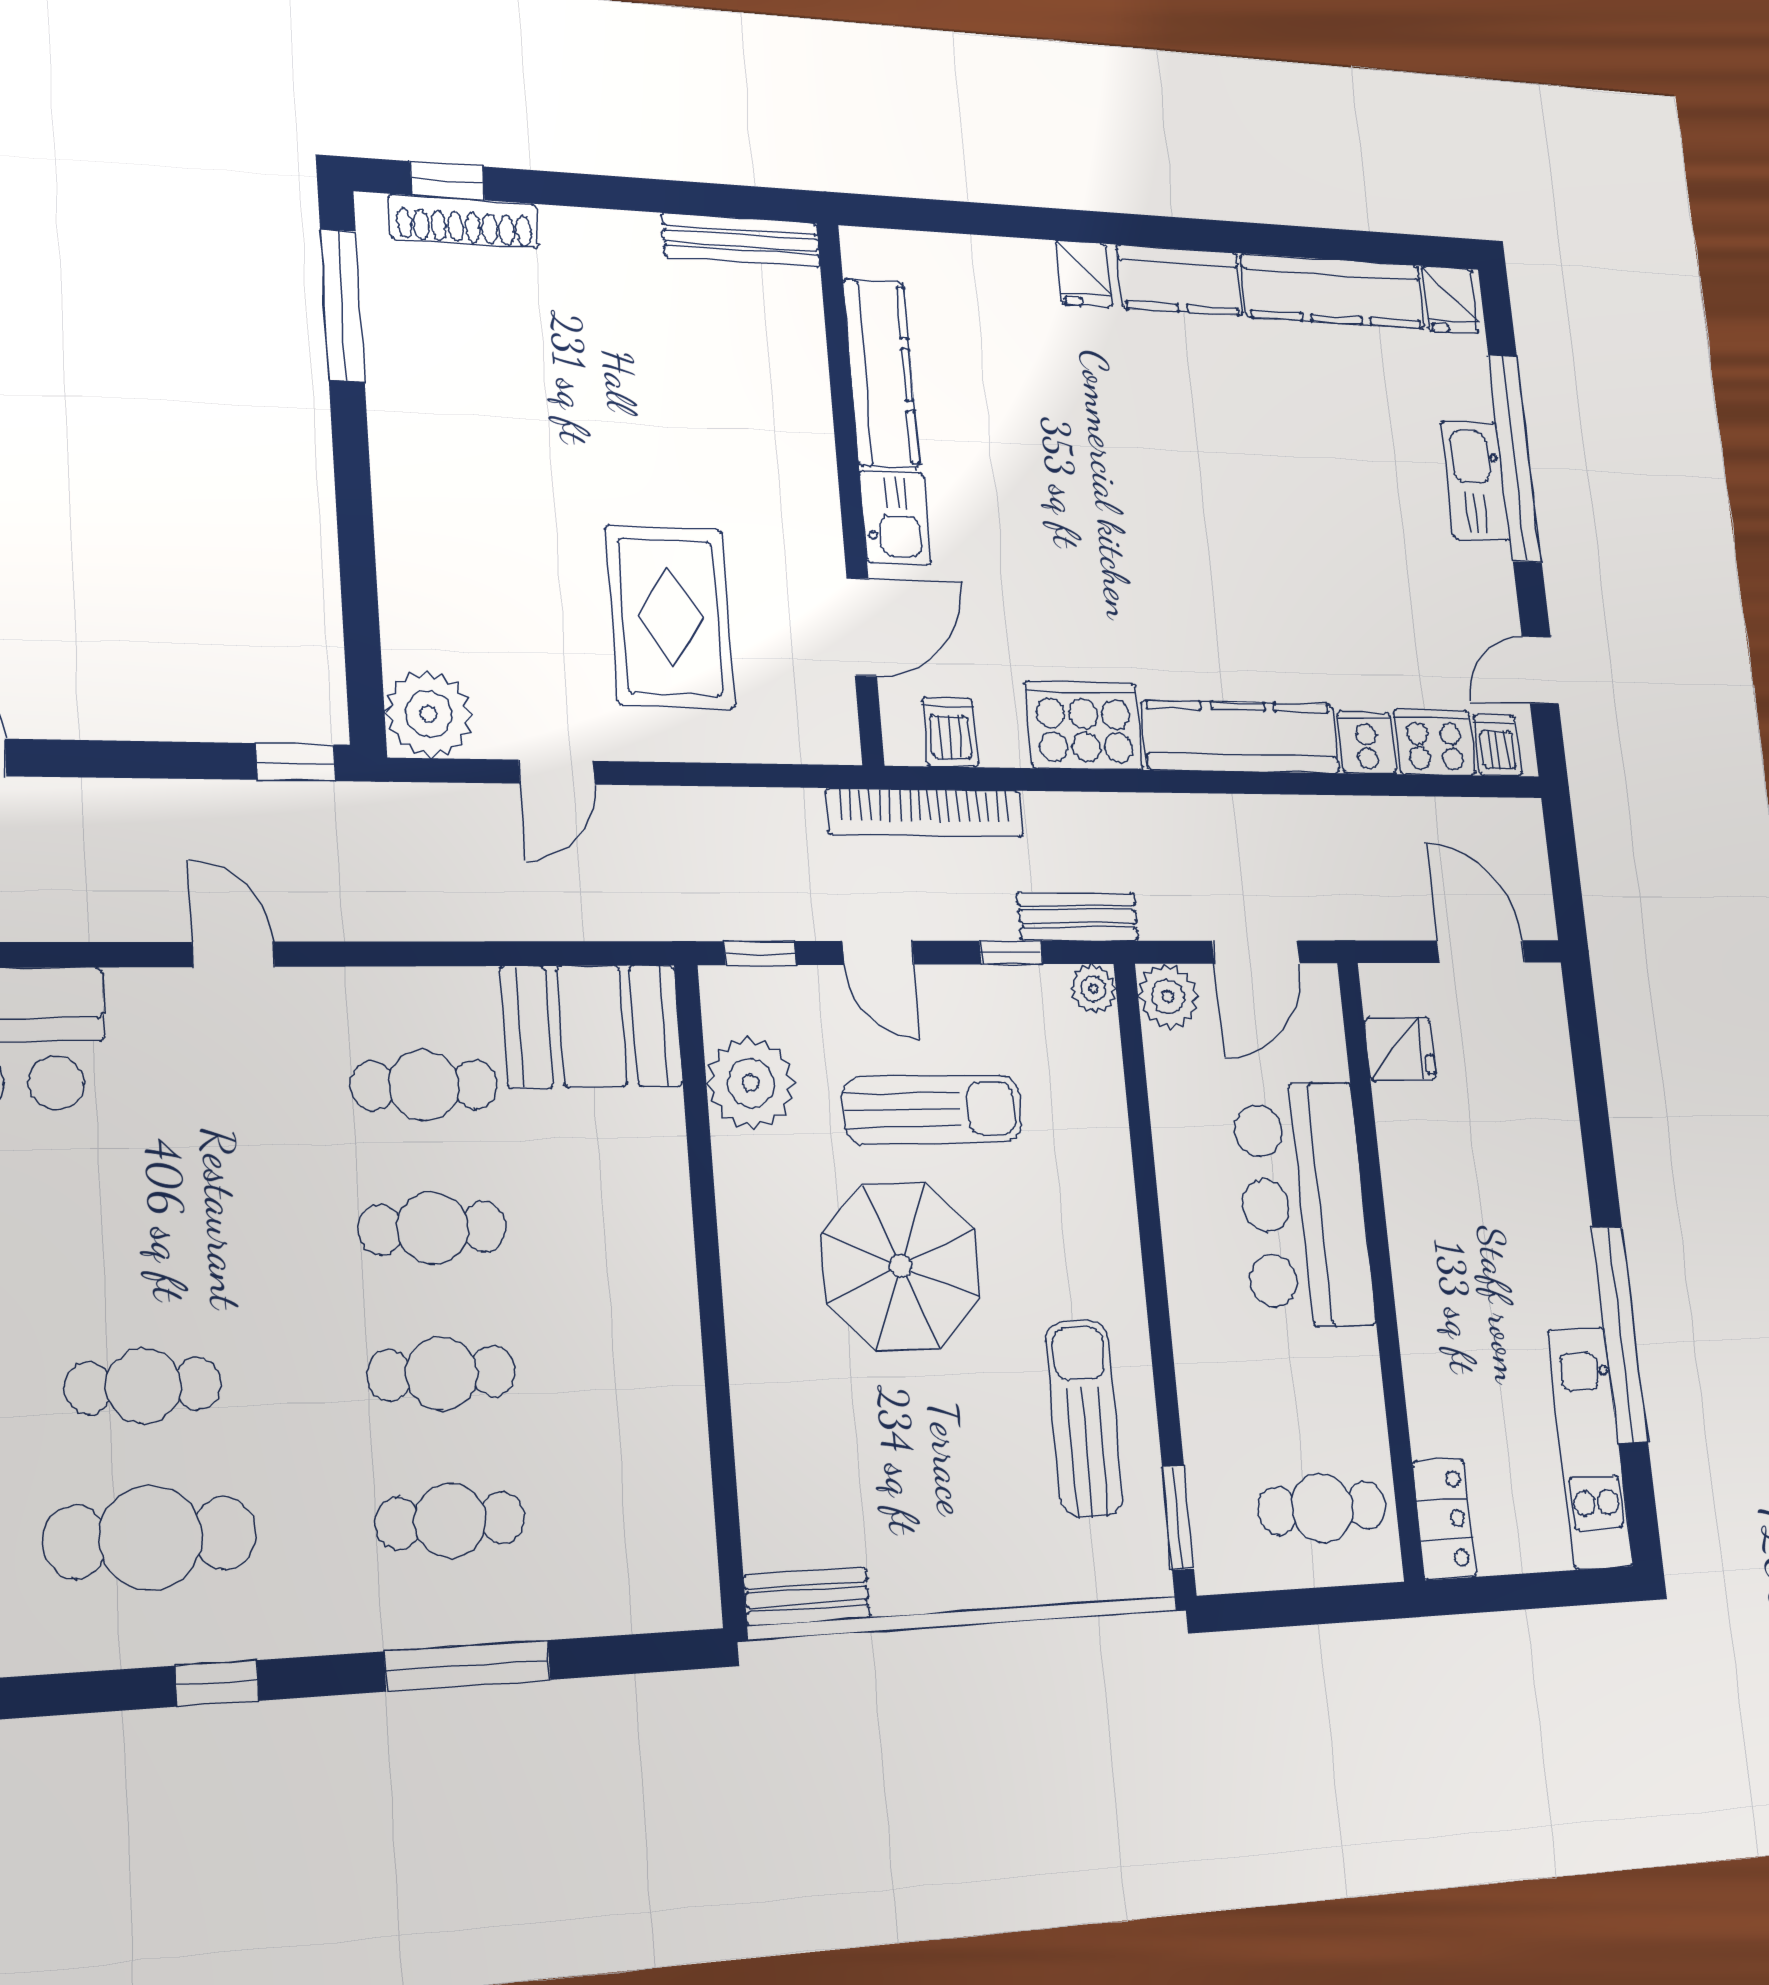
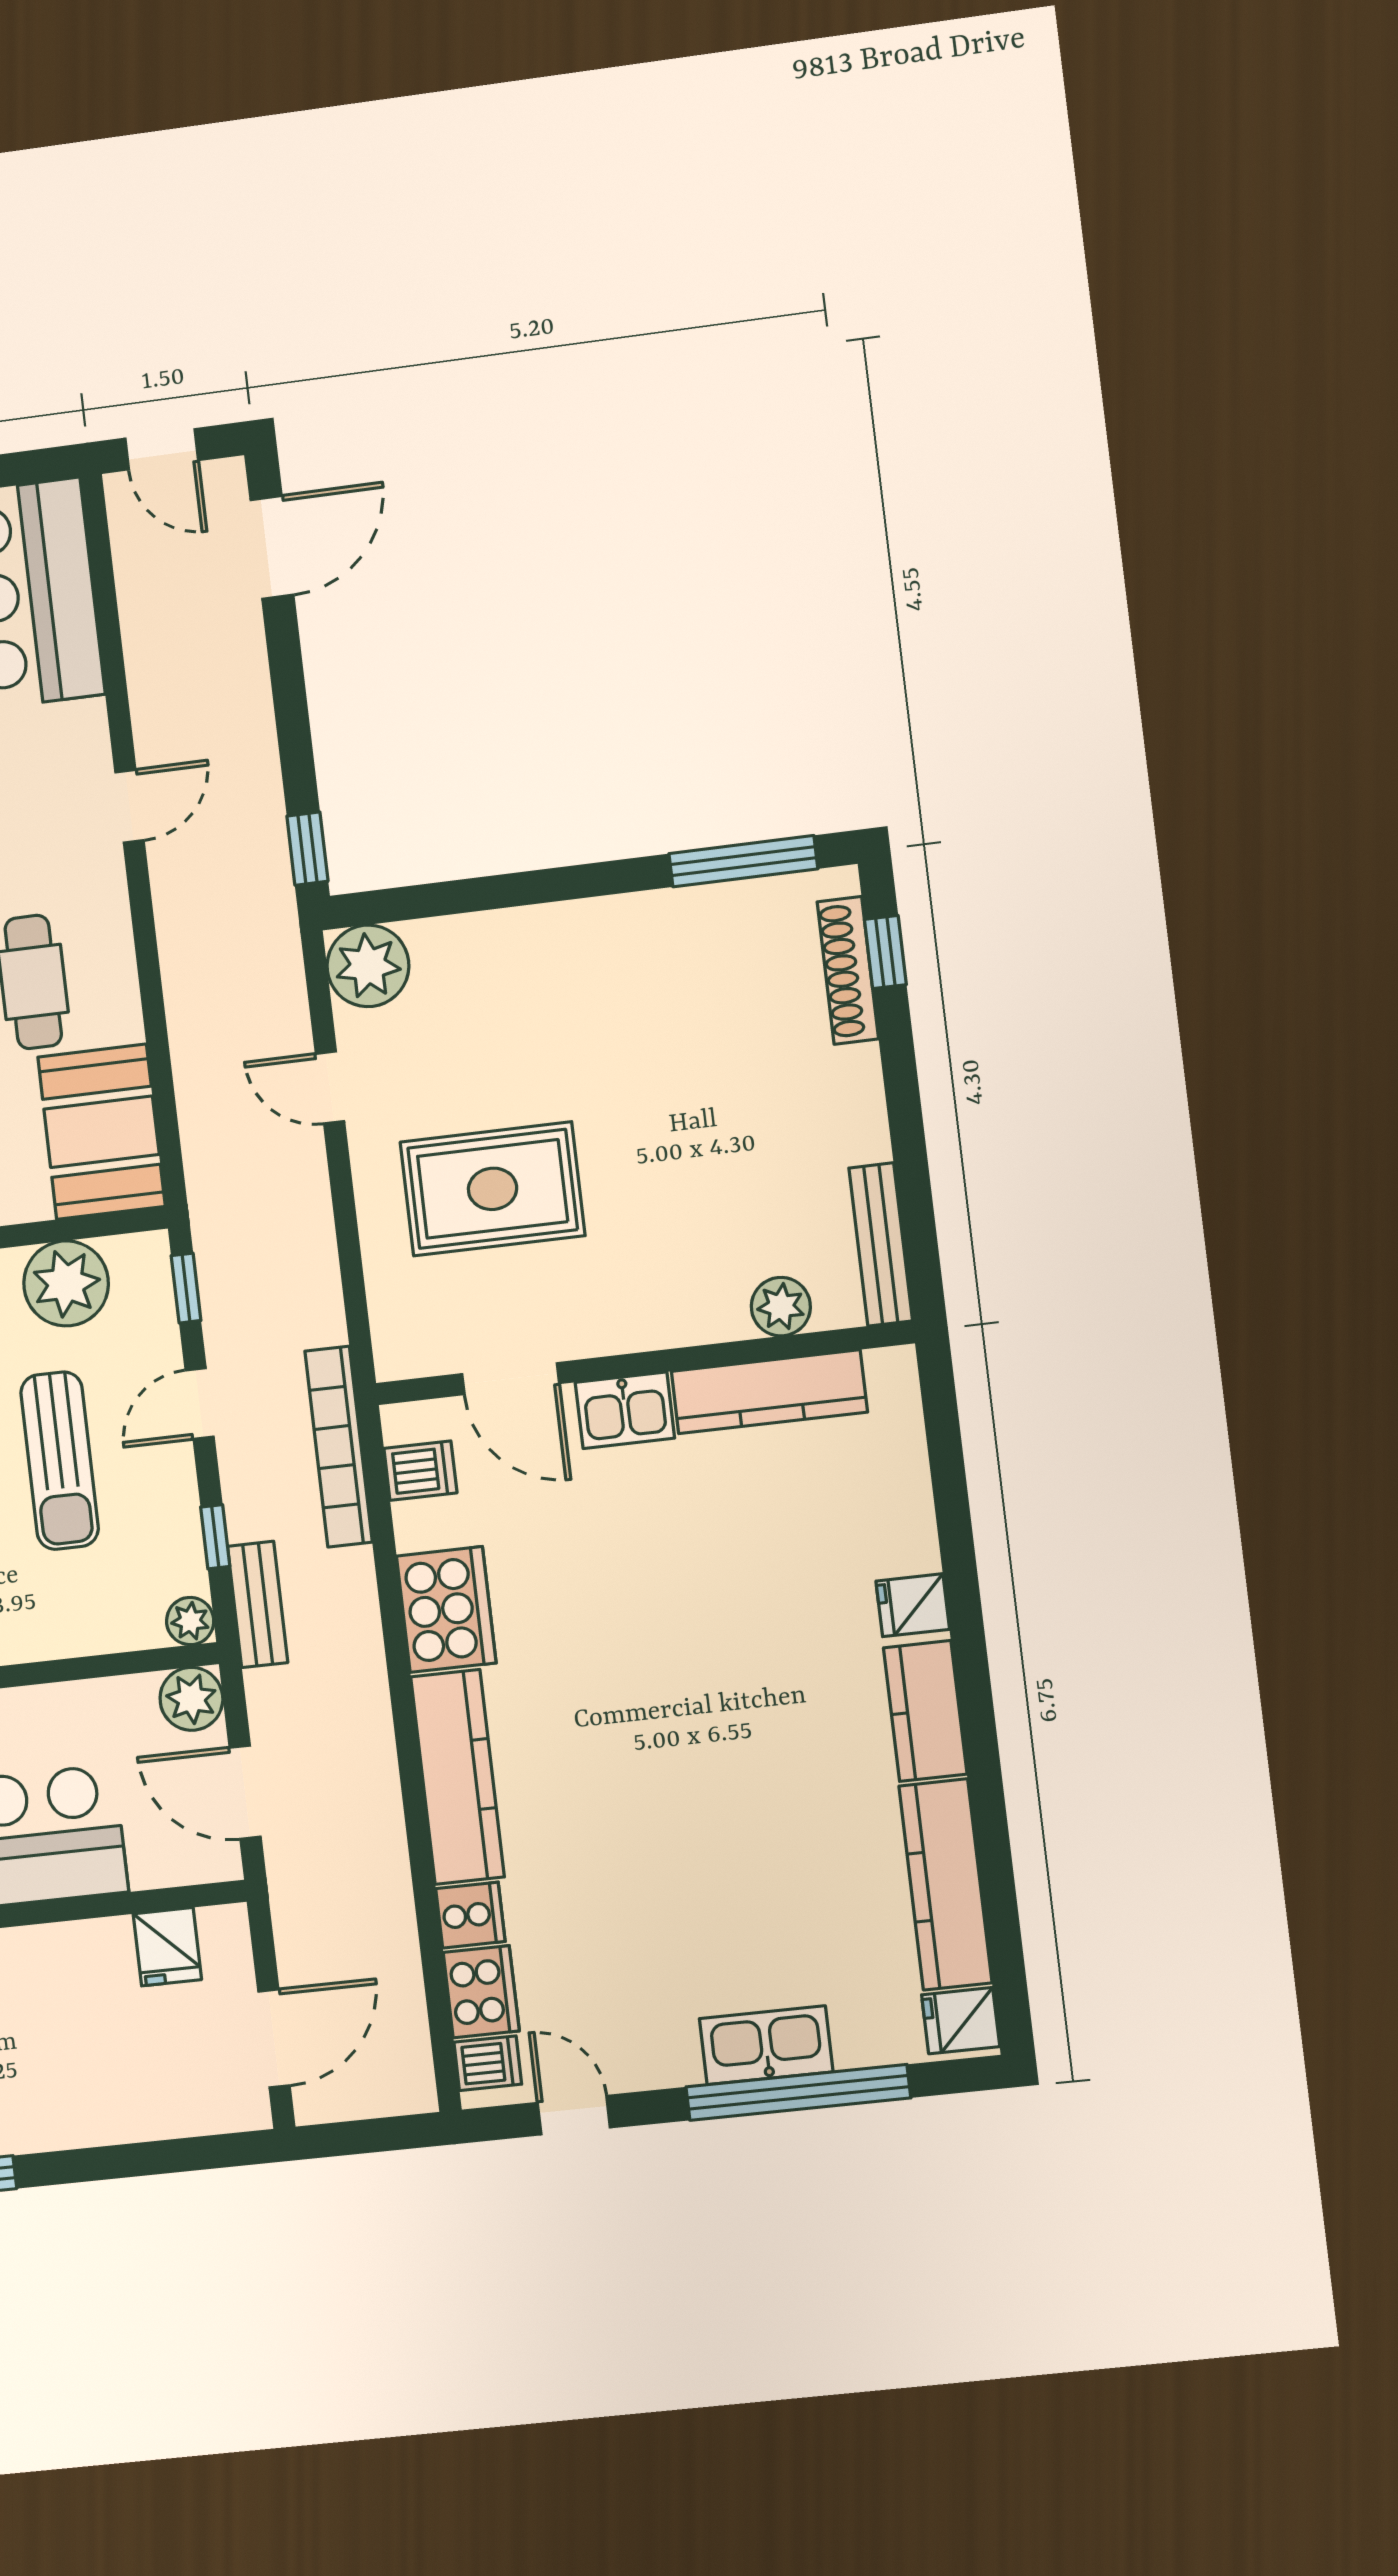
plant: (799, 348) -> (781, 1307), added

